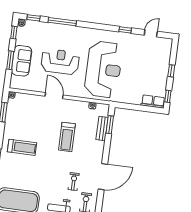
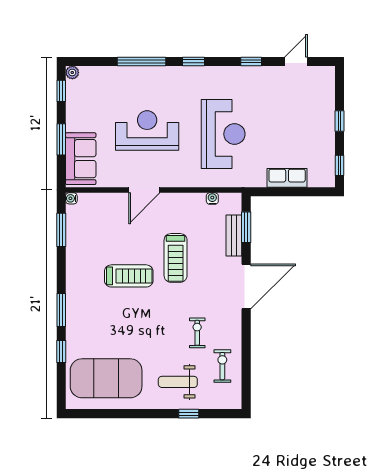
window: (33, 18) -> (194, 61), moved
sofa: (22, 61) -> (81, 159), moved
reception desk: (104, 69) -> (223, 134), width x0.74, depth x0.77
door: (54, 96) -> (144, 190), swing flipped
row of seats: (153, 102) -> (287, 178), moved
treadmill: (22, 147) -> (129, 276), moved
door: (103, 177) -> (246, 286), moved

